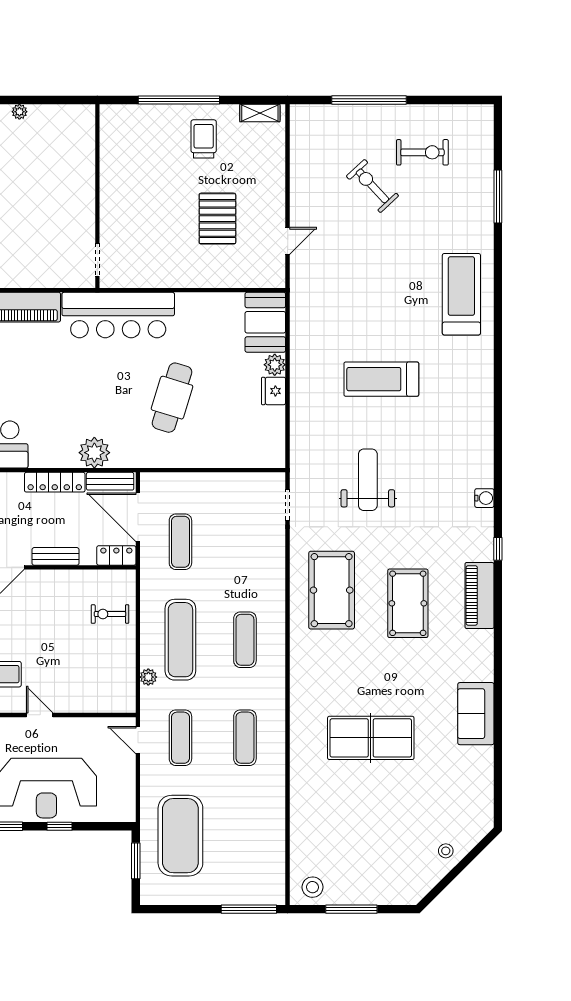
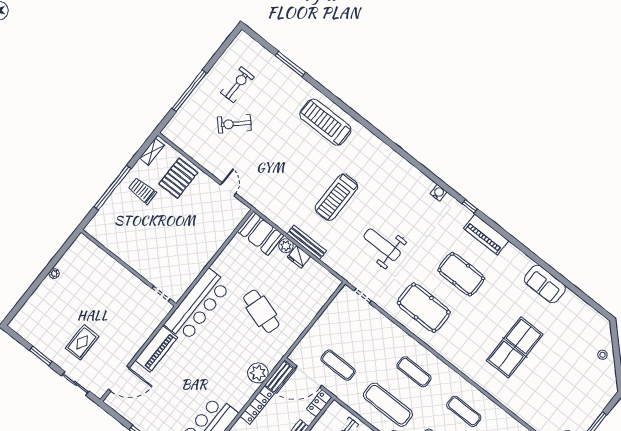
pallet: (217, 219) -> (178, 178), moved, turned 90
bench: (299, 386) -> (307, 242), added

